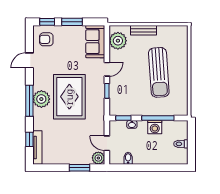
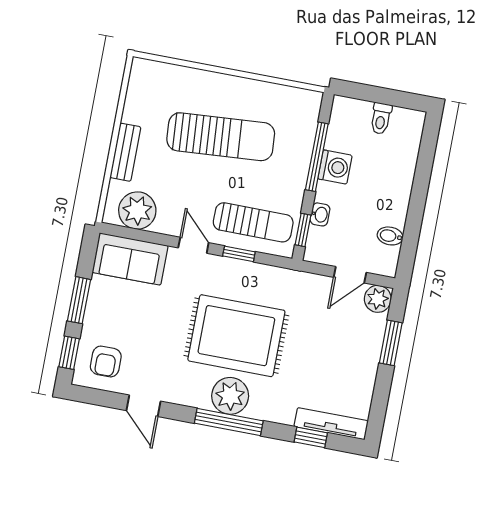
sun lounger: (123, 95) -> (253, 222), added

